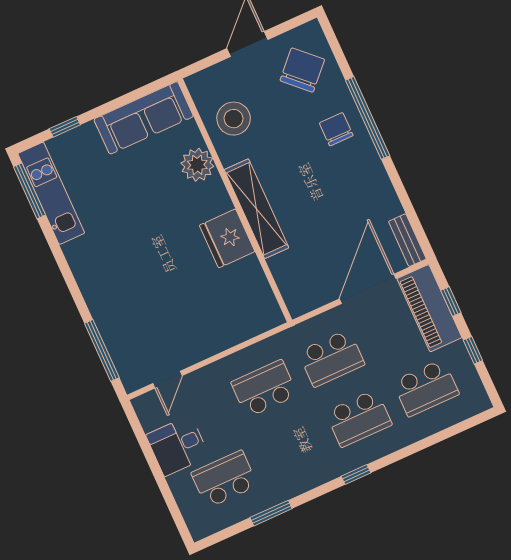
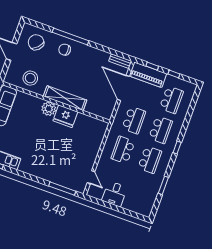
plant: (197, 165) -> (49, 109), moved
school desk: (224, 479) -> (150, 160), moved, turned 180

